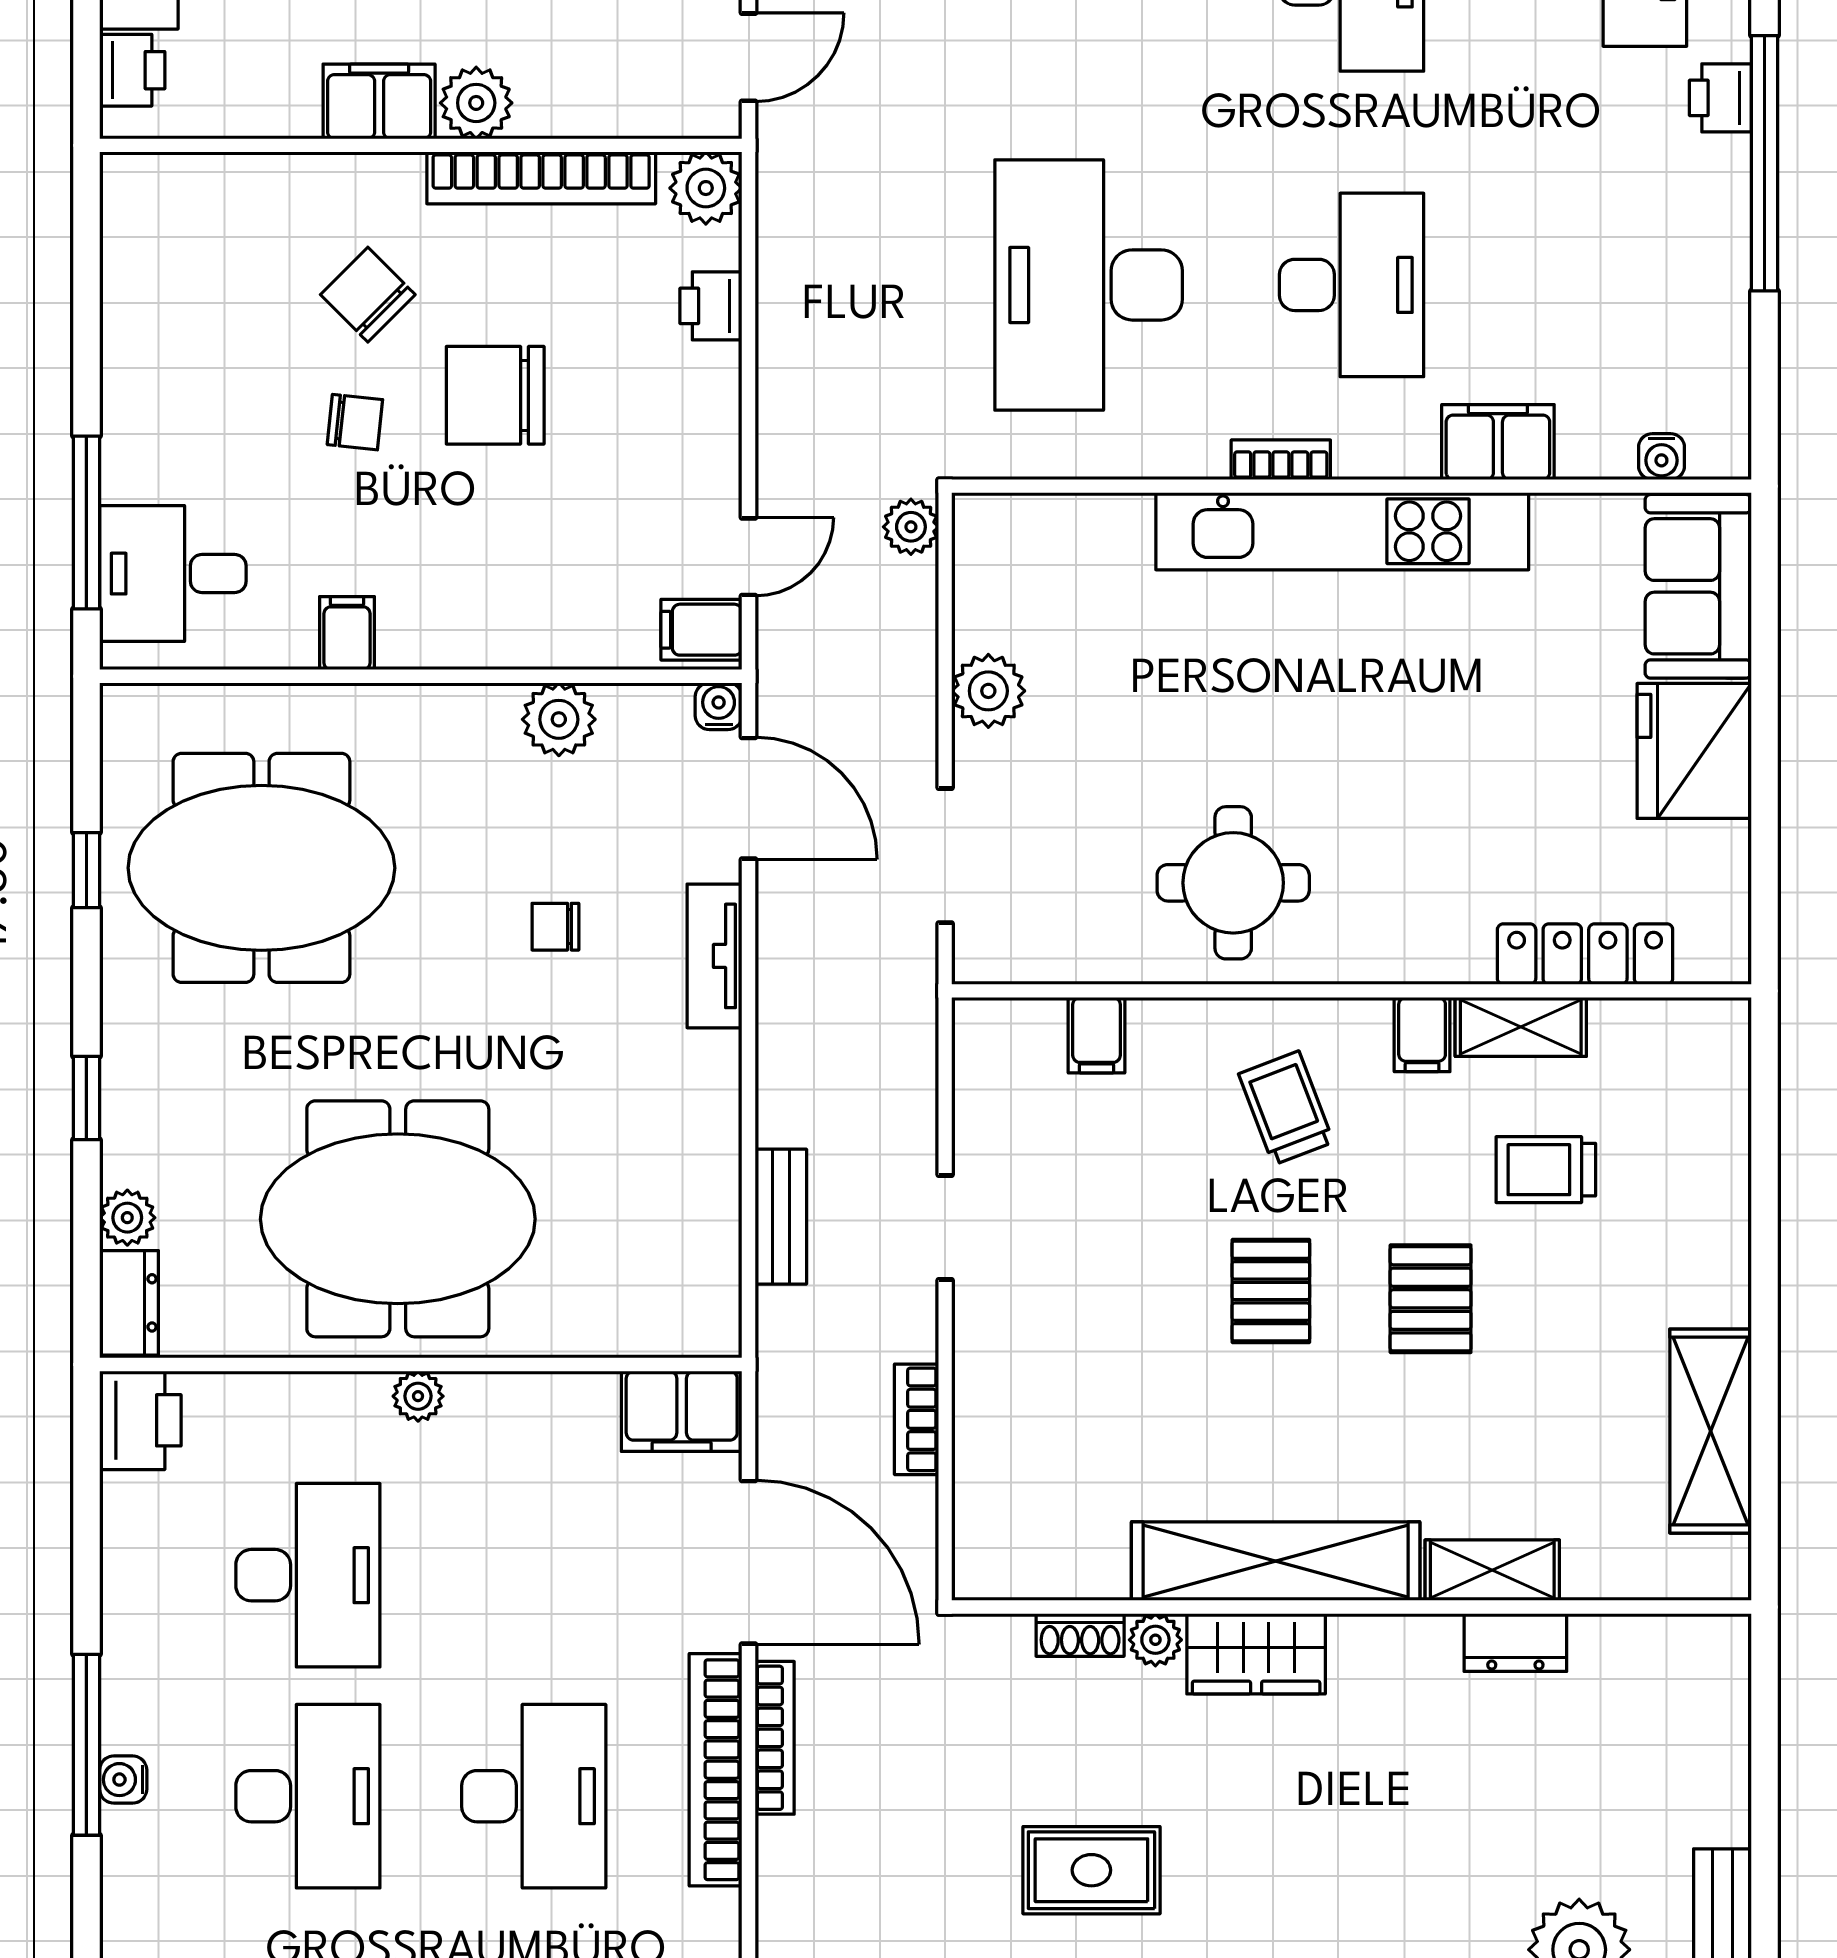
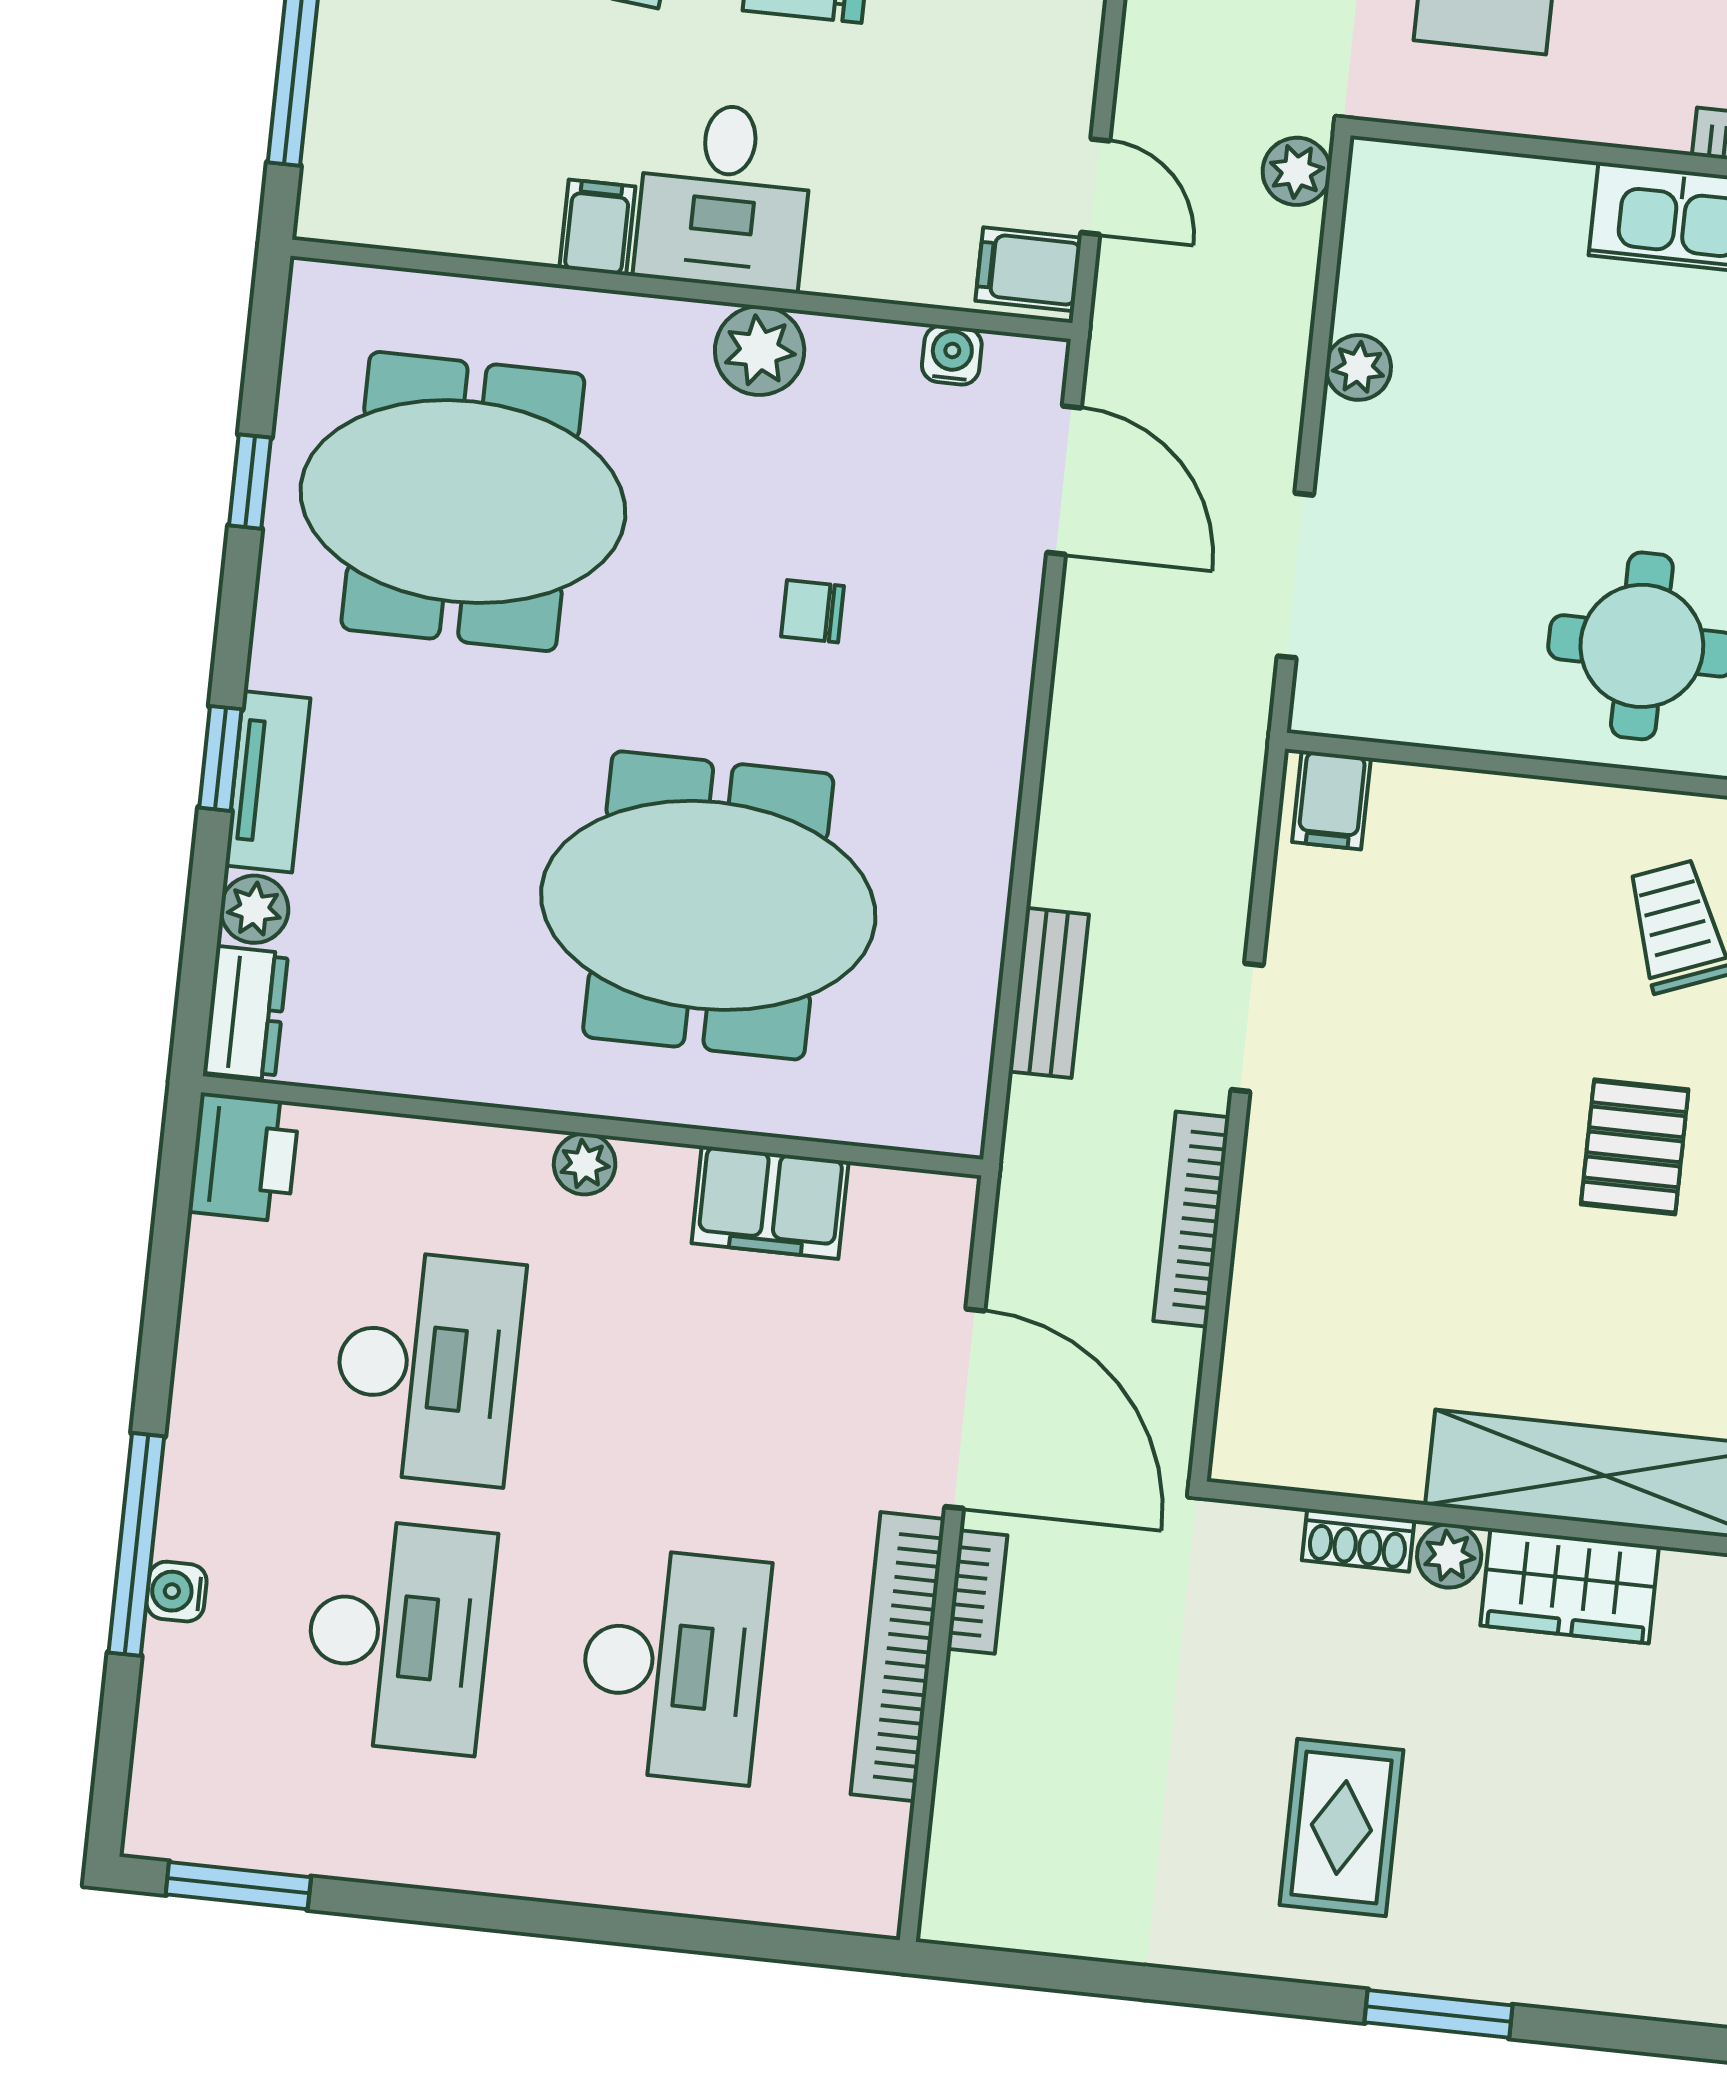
door: (749, 557) -> (1095, 187), hinge flipped
desk: (173, 574) -> (724, 196), moved, turned -90
plant: (988, 691) -> (1358, 367), width x0.73, depth x0.73
water cooler: (719, 706) -> (952, 355), moved
plant: (559, 719) -> (760, 351), moved
tv unit: (715, 956) -> (268, 782), moved, turned 180
filing cabinet: (1097, 1035) -> (1331, 800), moved
meeting table: (398, 1219) -> (708, 905), moved
filing cabinet: (682, 1411) -> (770, 1202), moved
bookcase: (917, 1419) -> (1191, 1219), width x1.56
bookcase: (775, 1738) -> (977, 1592), width x0.64
rug: (1091, 1870) -> (1341, 1827), turned 90

